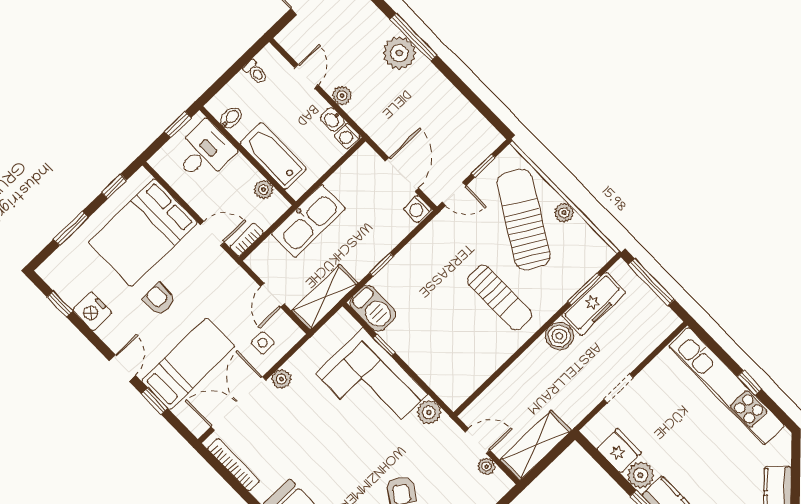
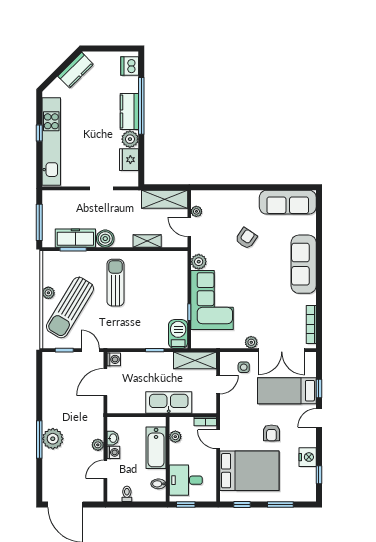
washing machine: (347, 136) -> (113, 452), moved
shelving: (510, 379) -> (147, 241), added

